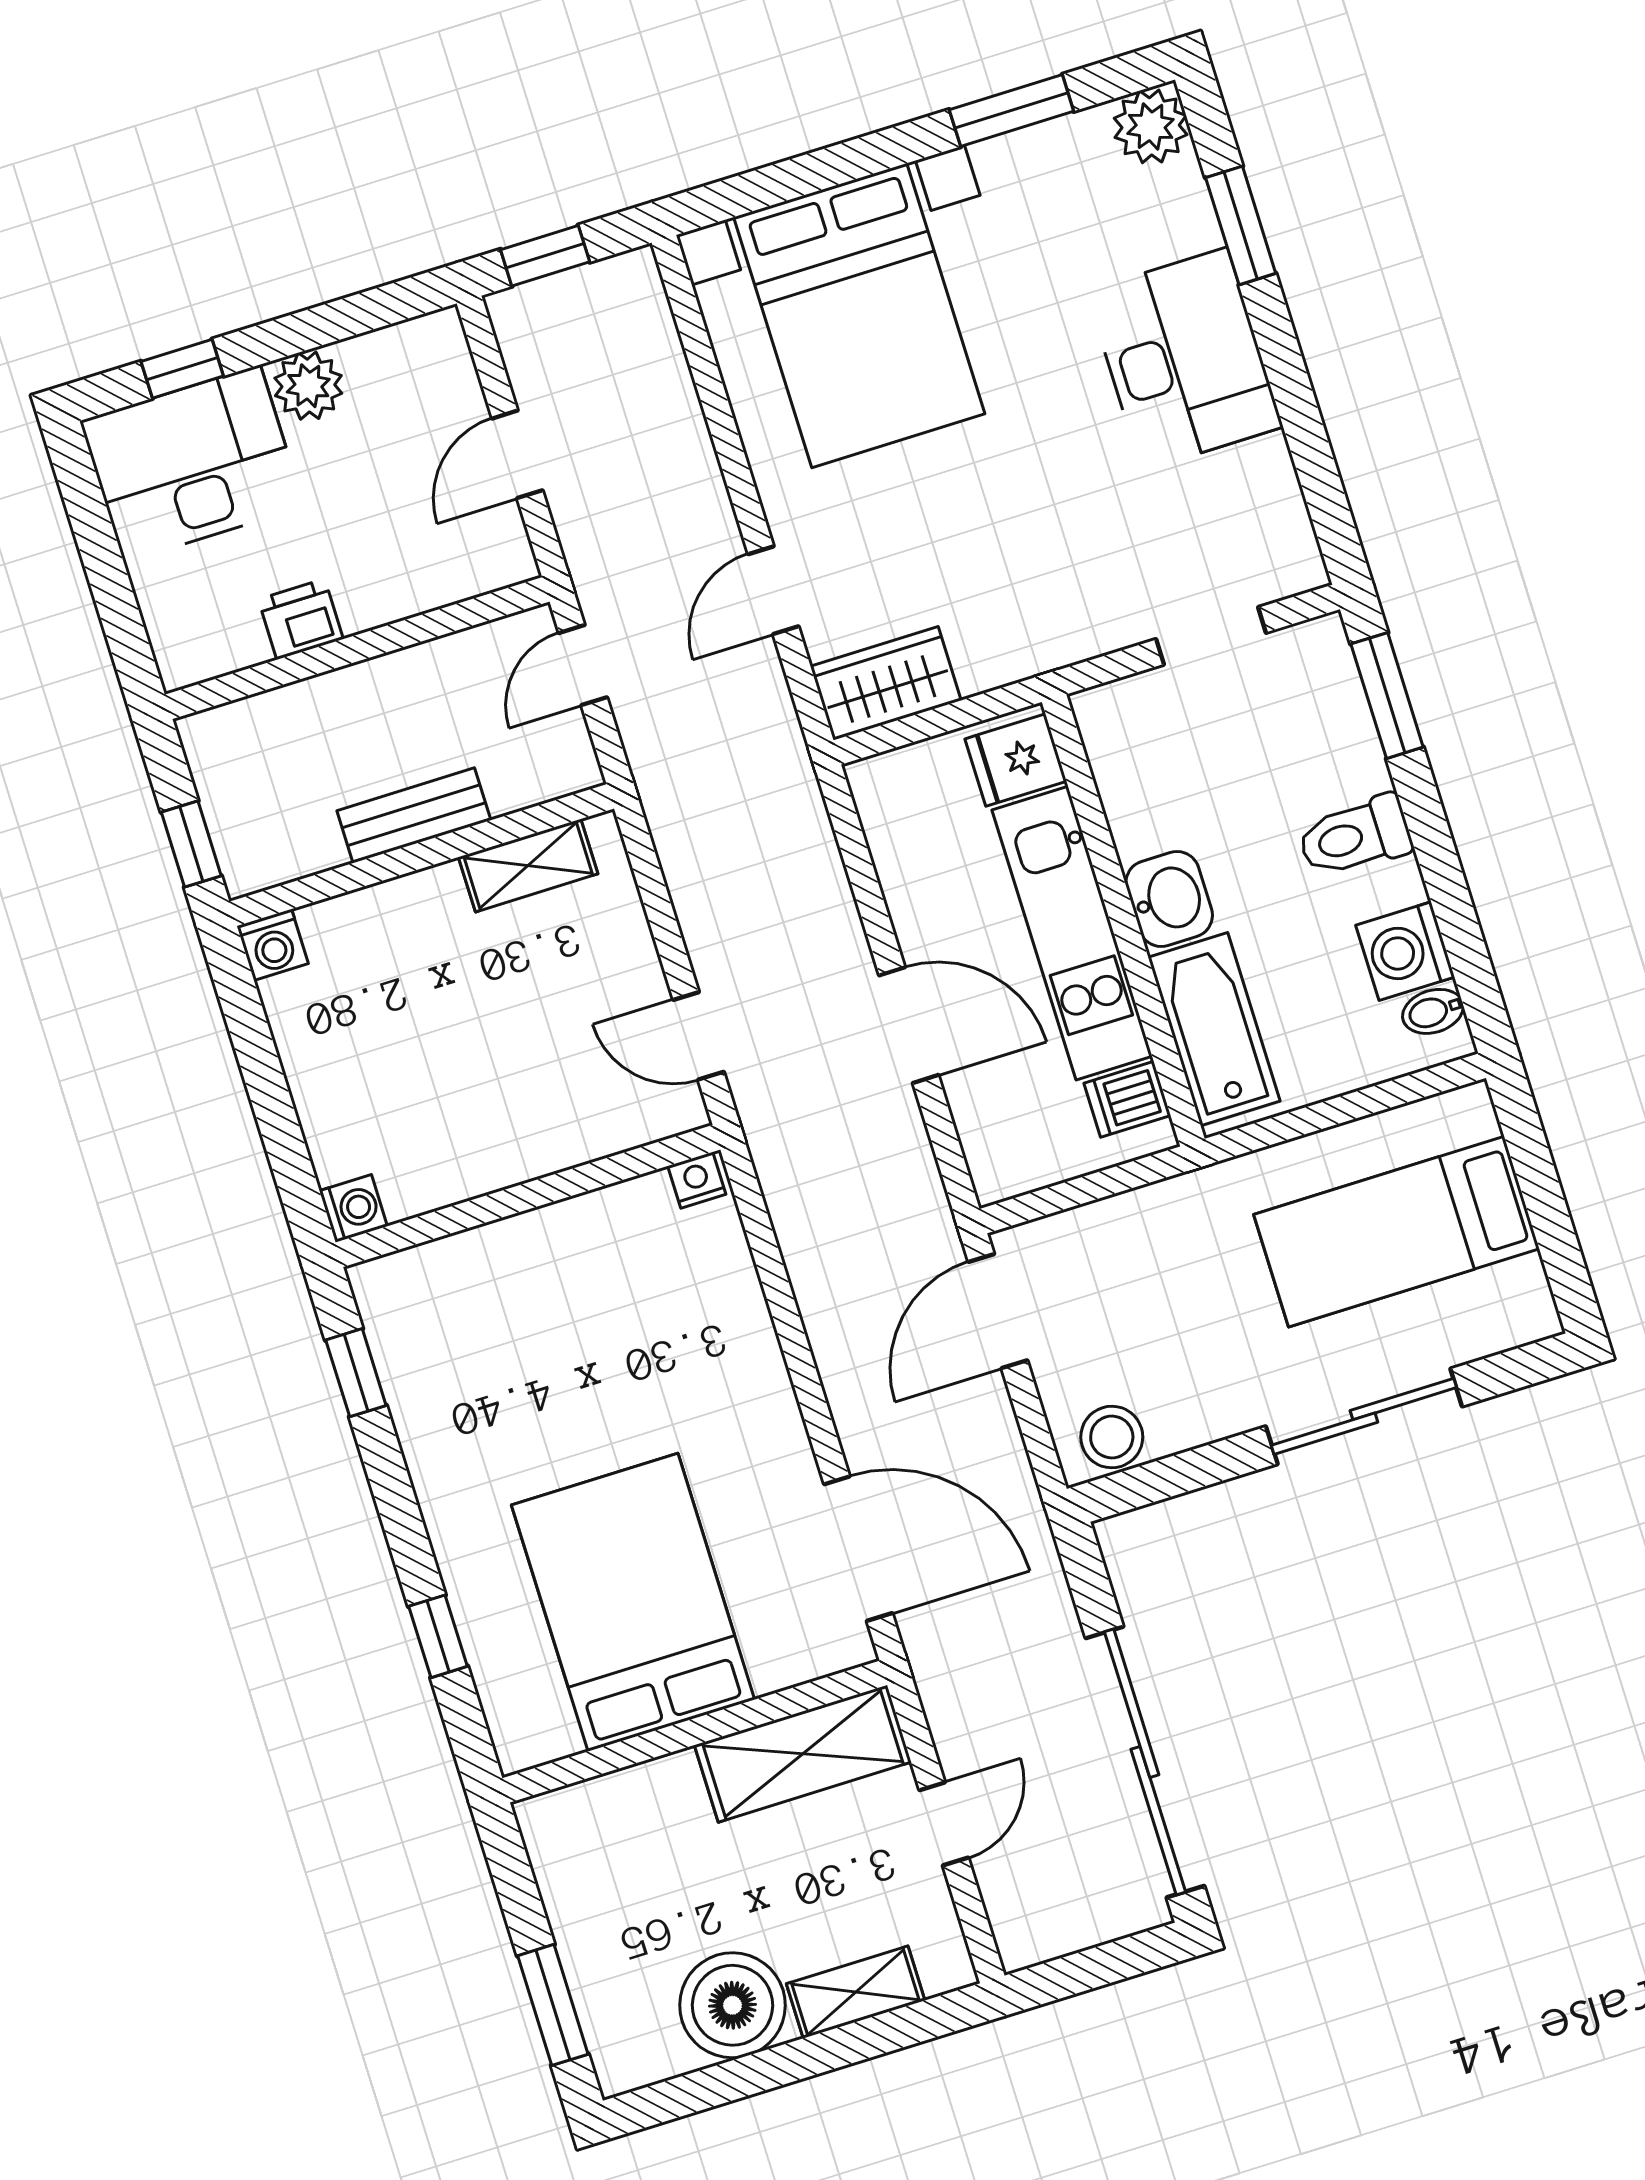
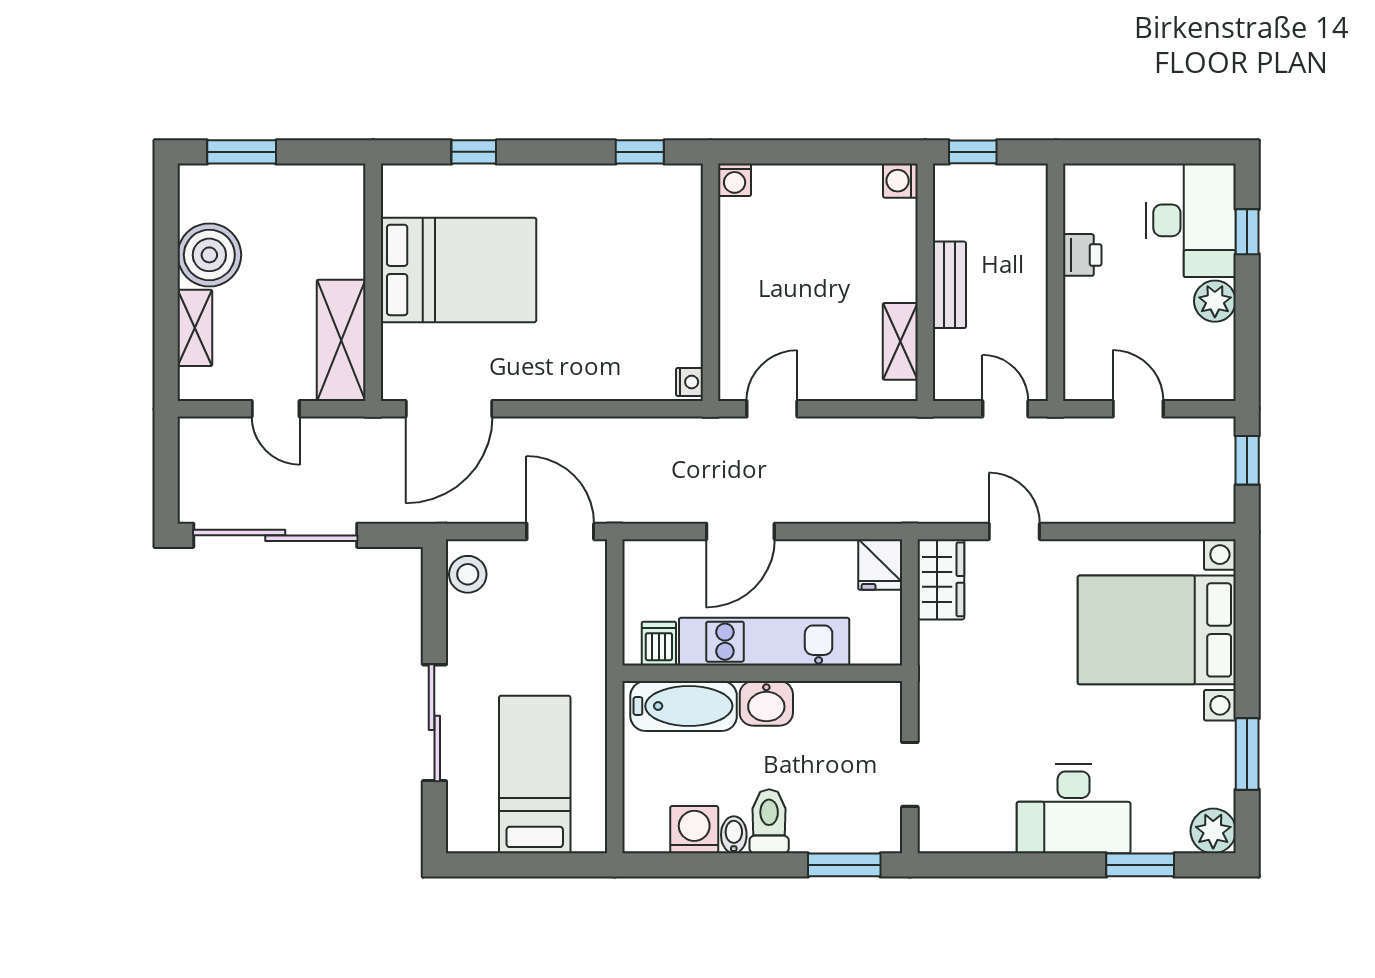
fridge: (1016, 760) -> (880, 565), moved, turned 180
bidet: (1433, 1011) -> (734, 835), moved

